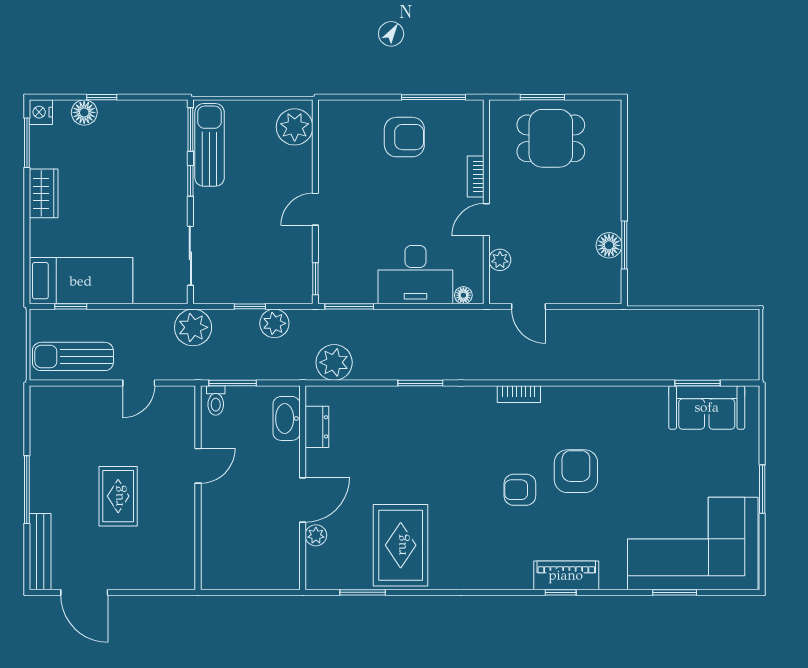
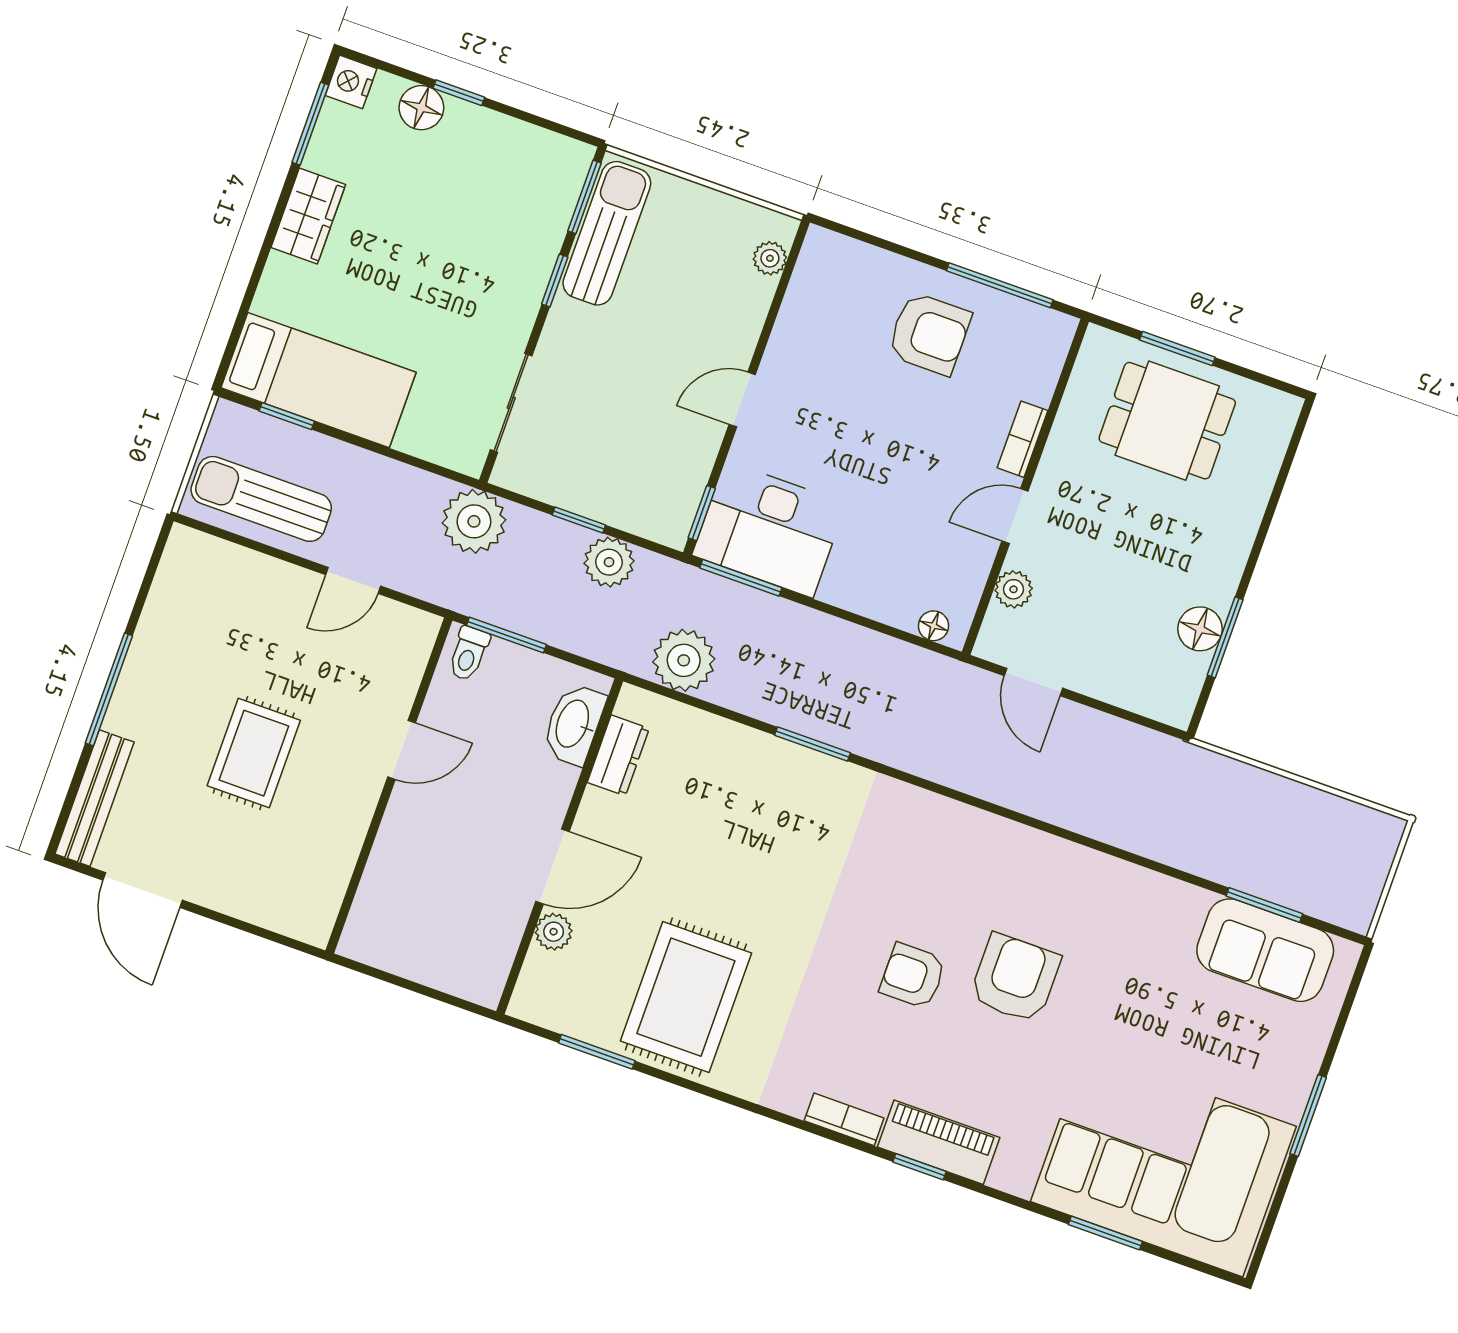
plant: (295, 127) -> (770, 258), width x0.53, depth x0.53
desk: (415, 275) -> (769, 529), moved
bookcase: (519, 394) -> (844, 1119), moved, turned 180

